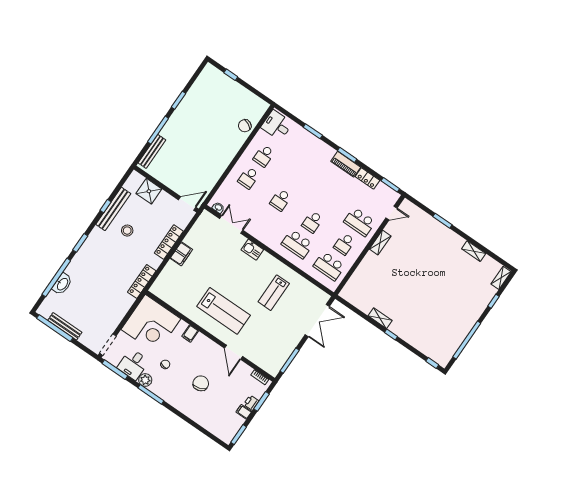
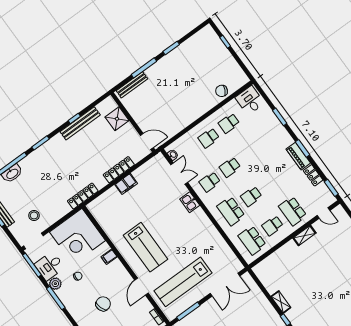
school desk: (265, 222) -> (210, 182), added
stool: (127, 231) -> (34, 215), moved
lab bench: (274, 293) -> (183, 282), moved, width x1.86, depth x1.39

